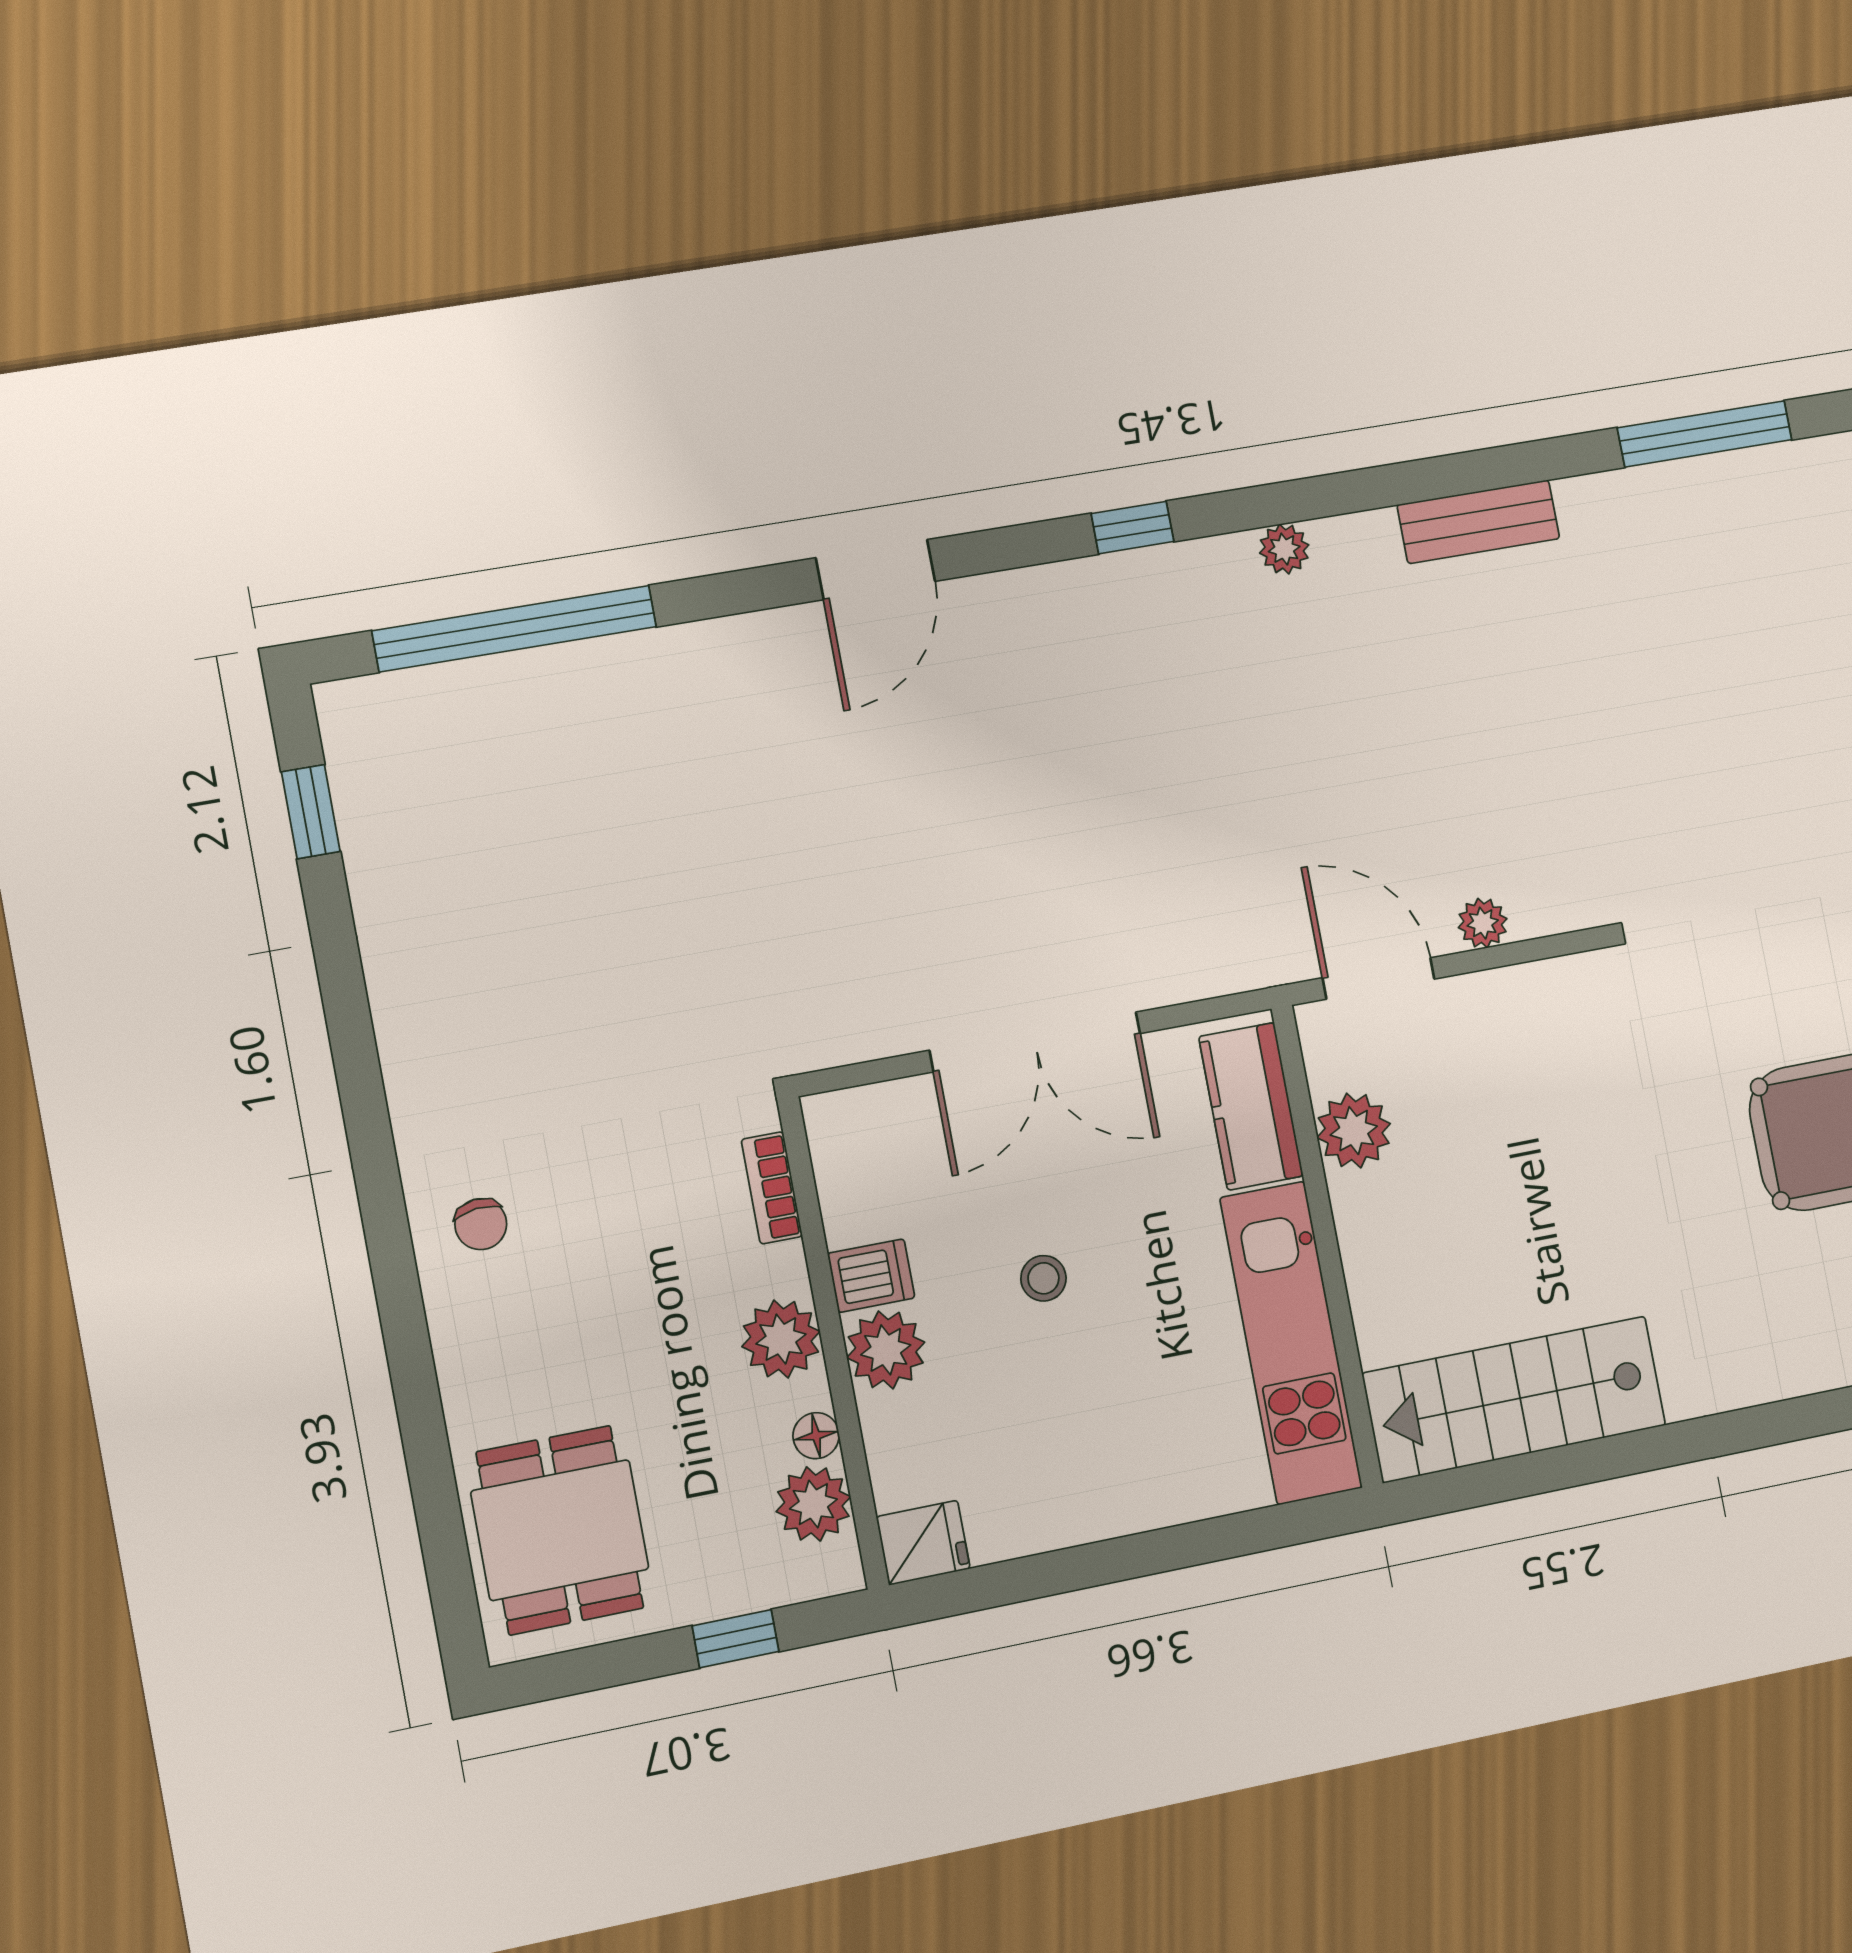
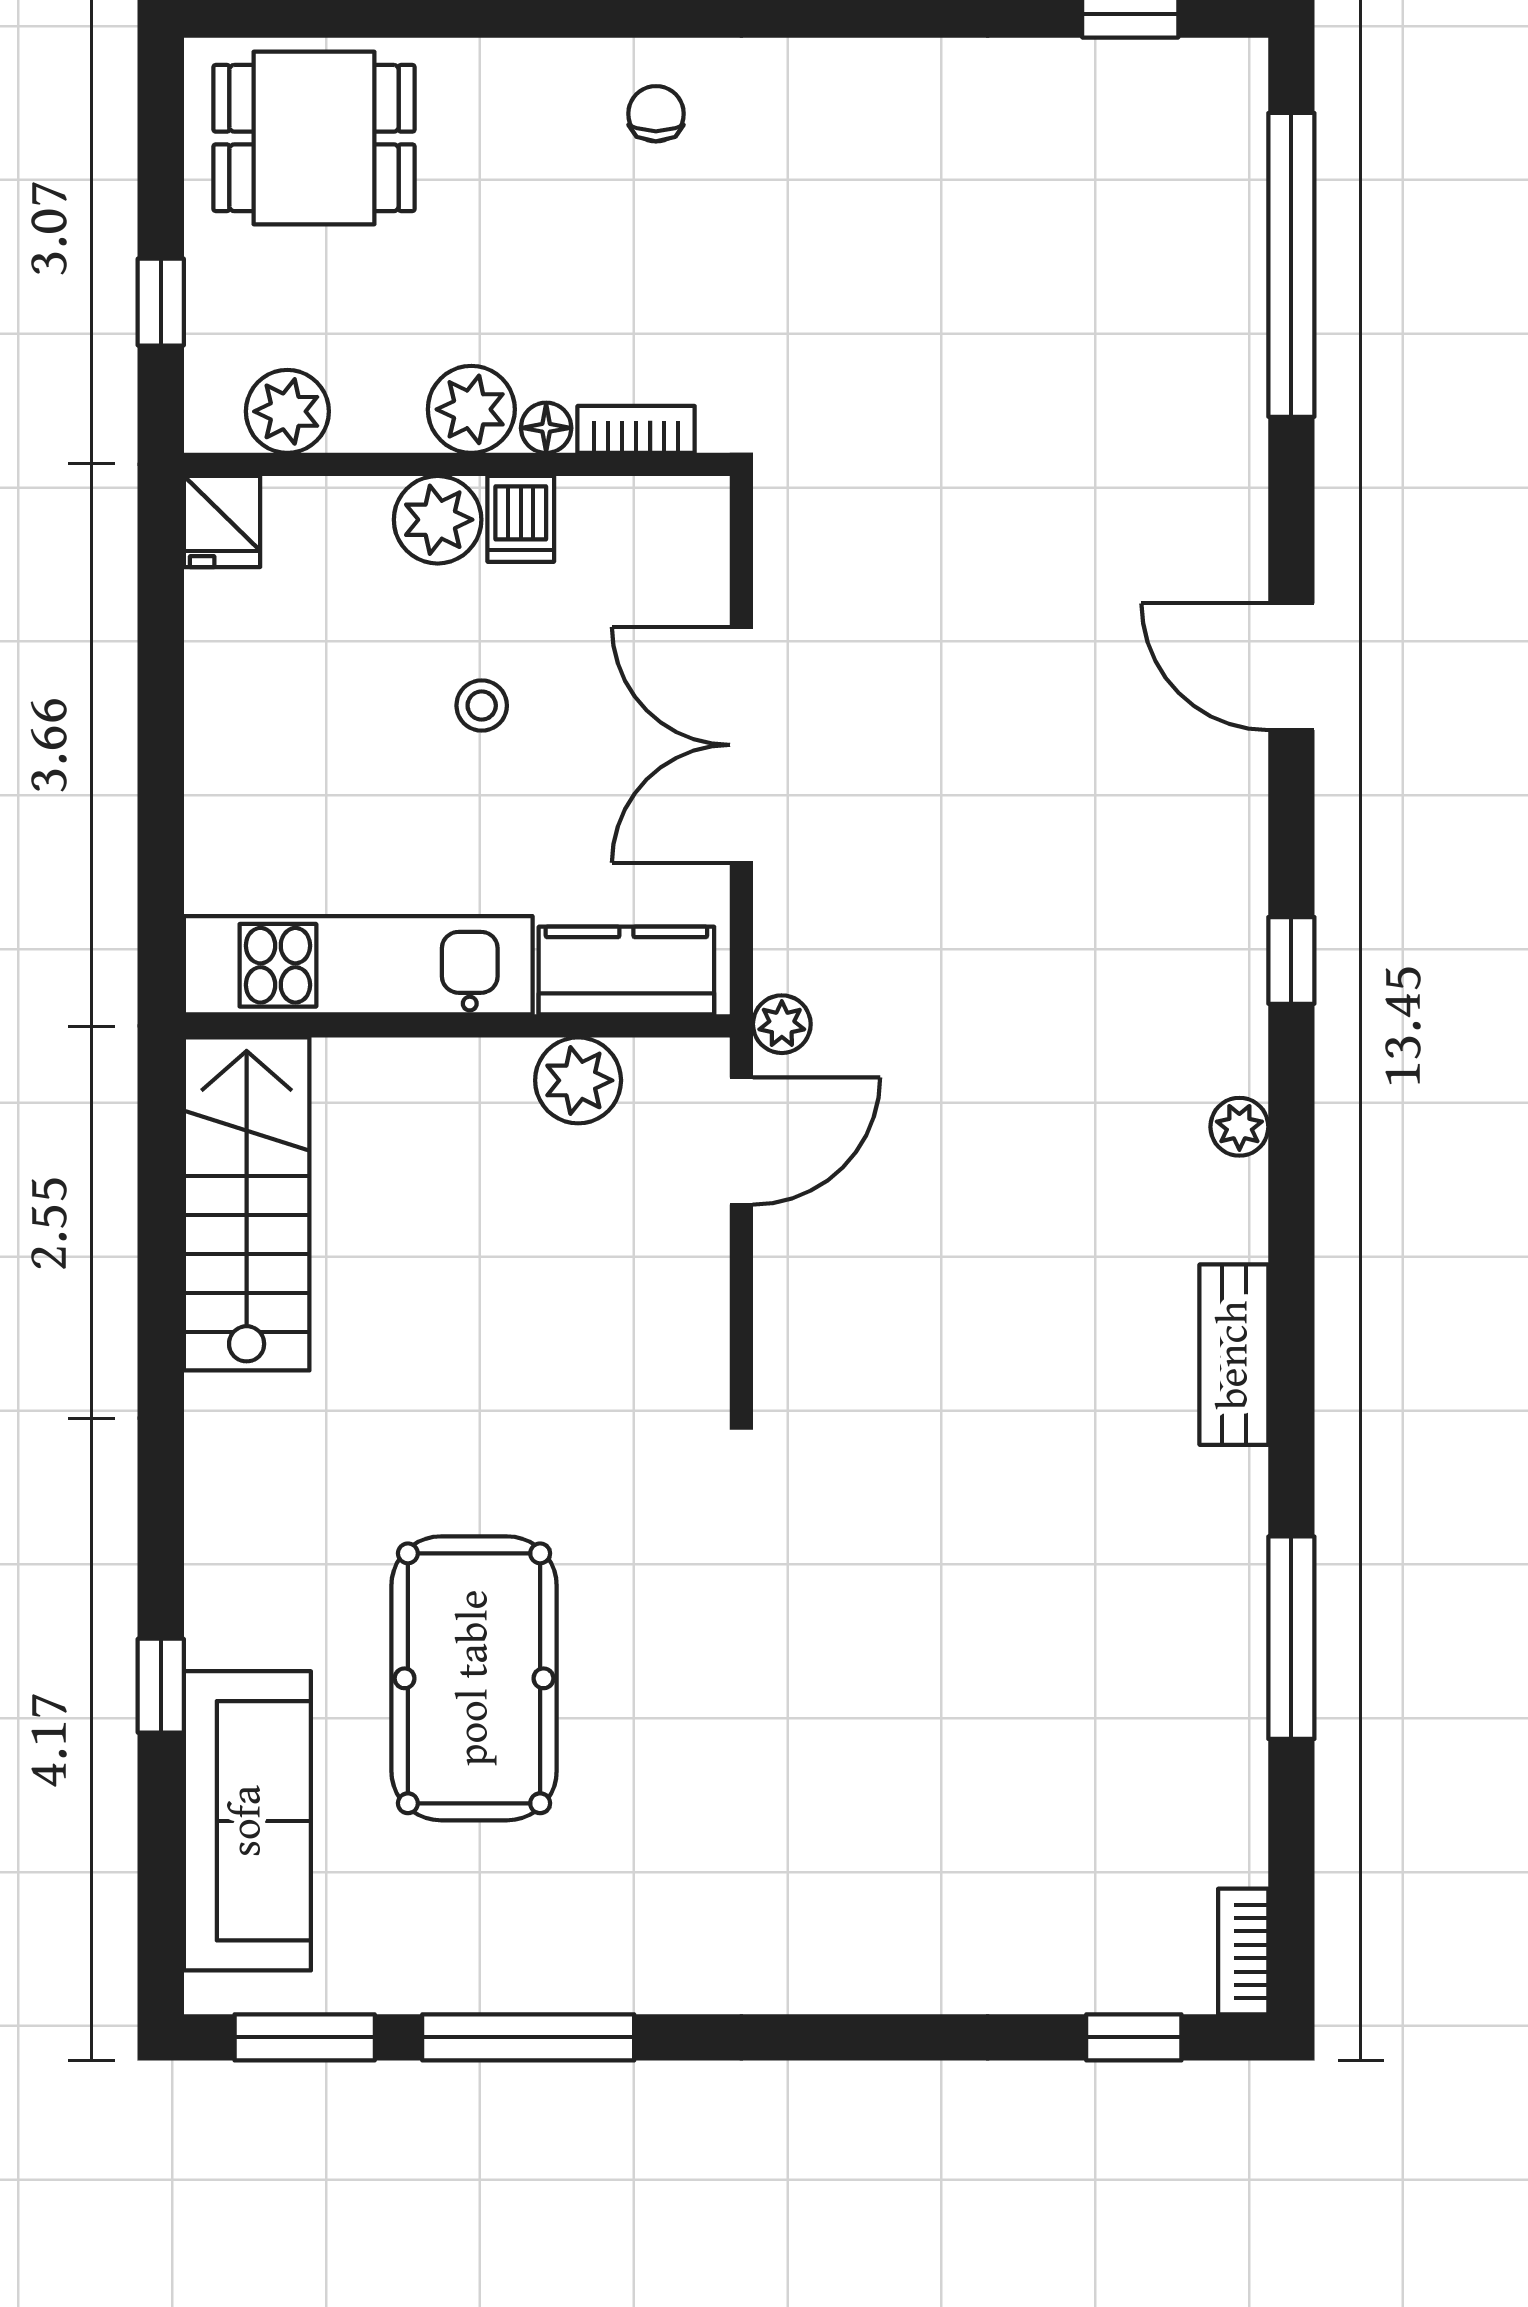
plant: (1483, 923) -> (782, 1024), moved
chair: (481, 1224) -> (656, 114), turned 96
floor lamp: (816, 1436) -> (546, 428), moved

